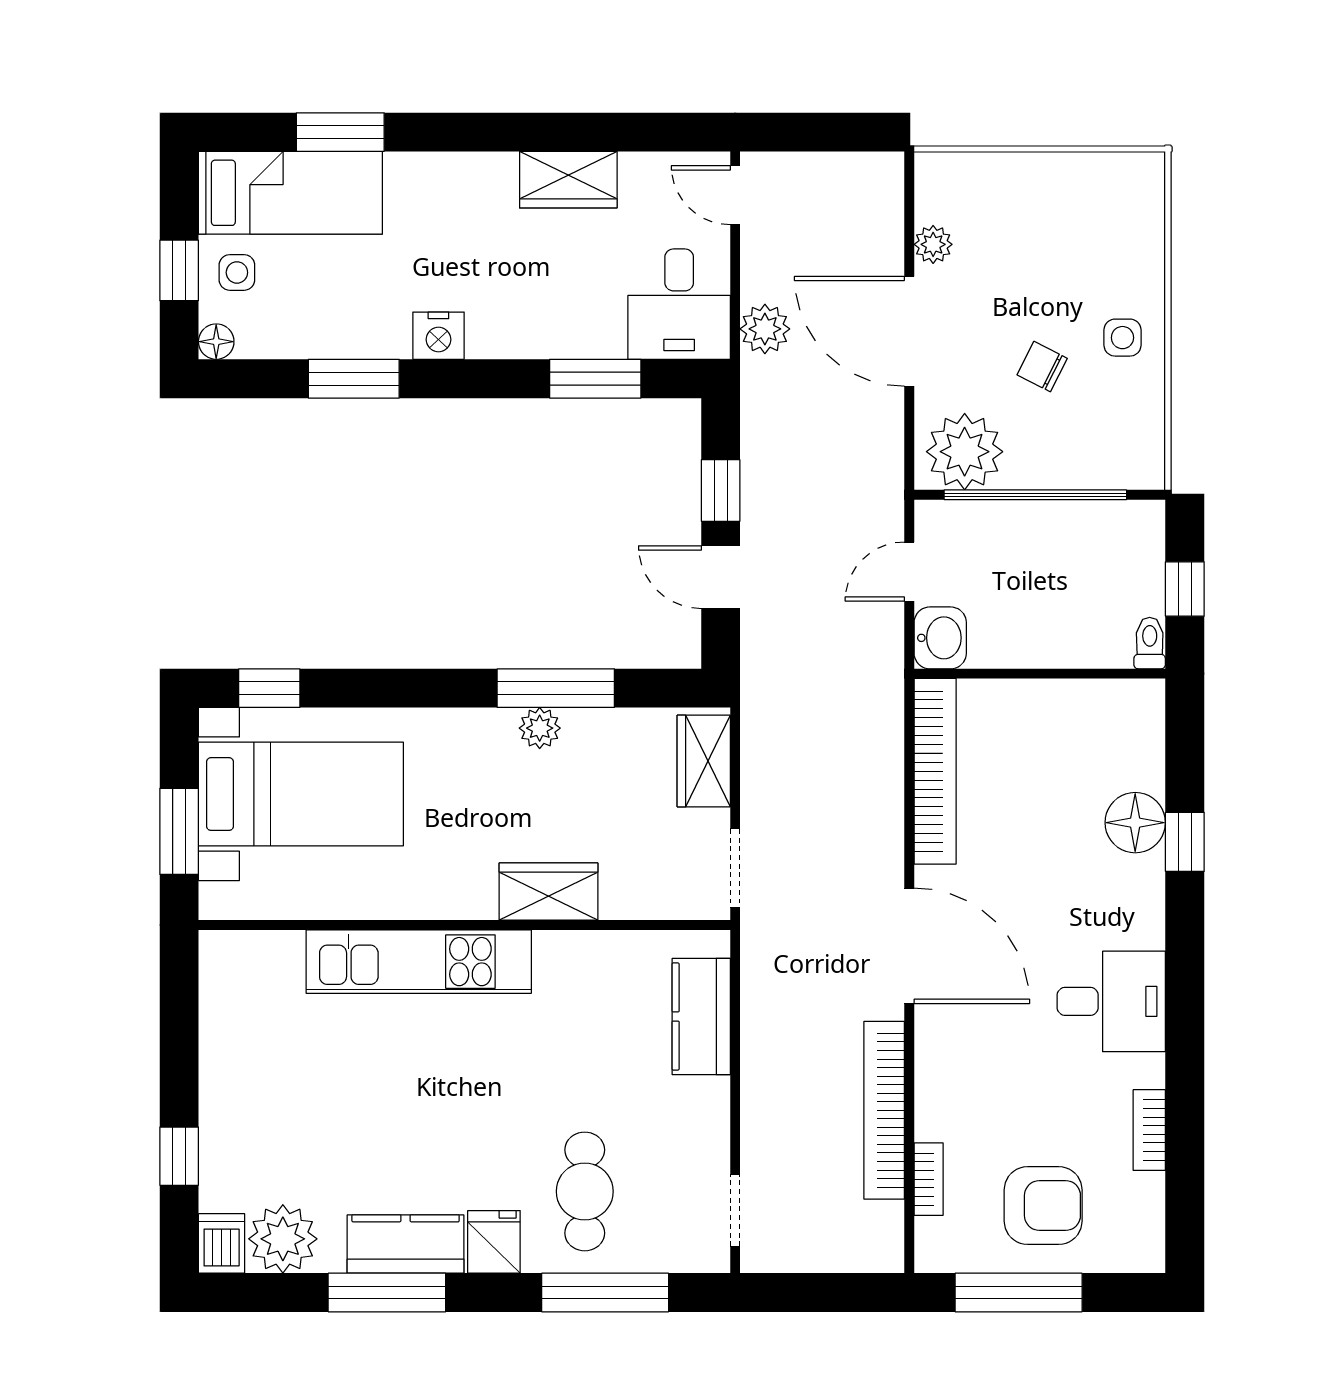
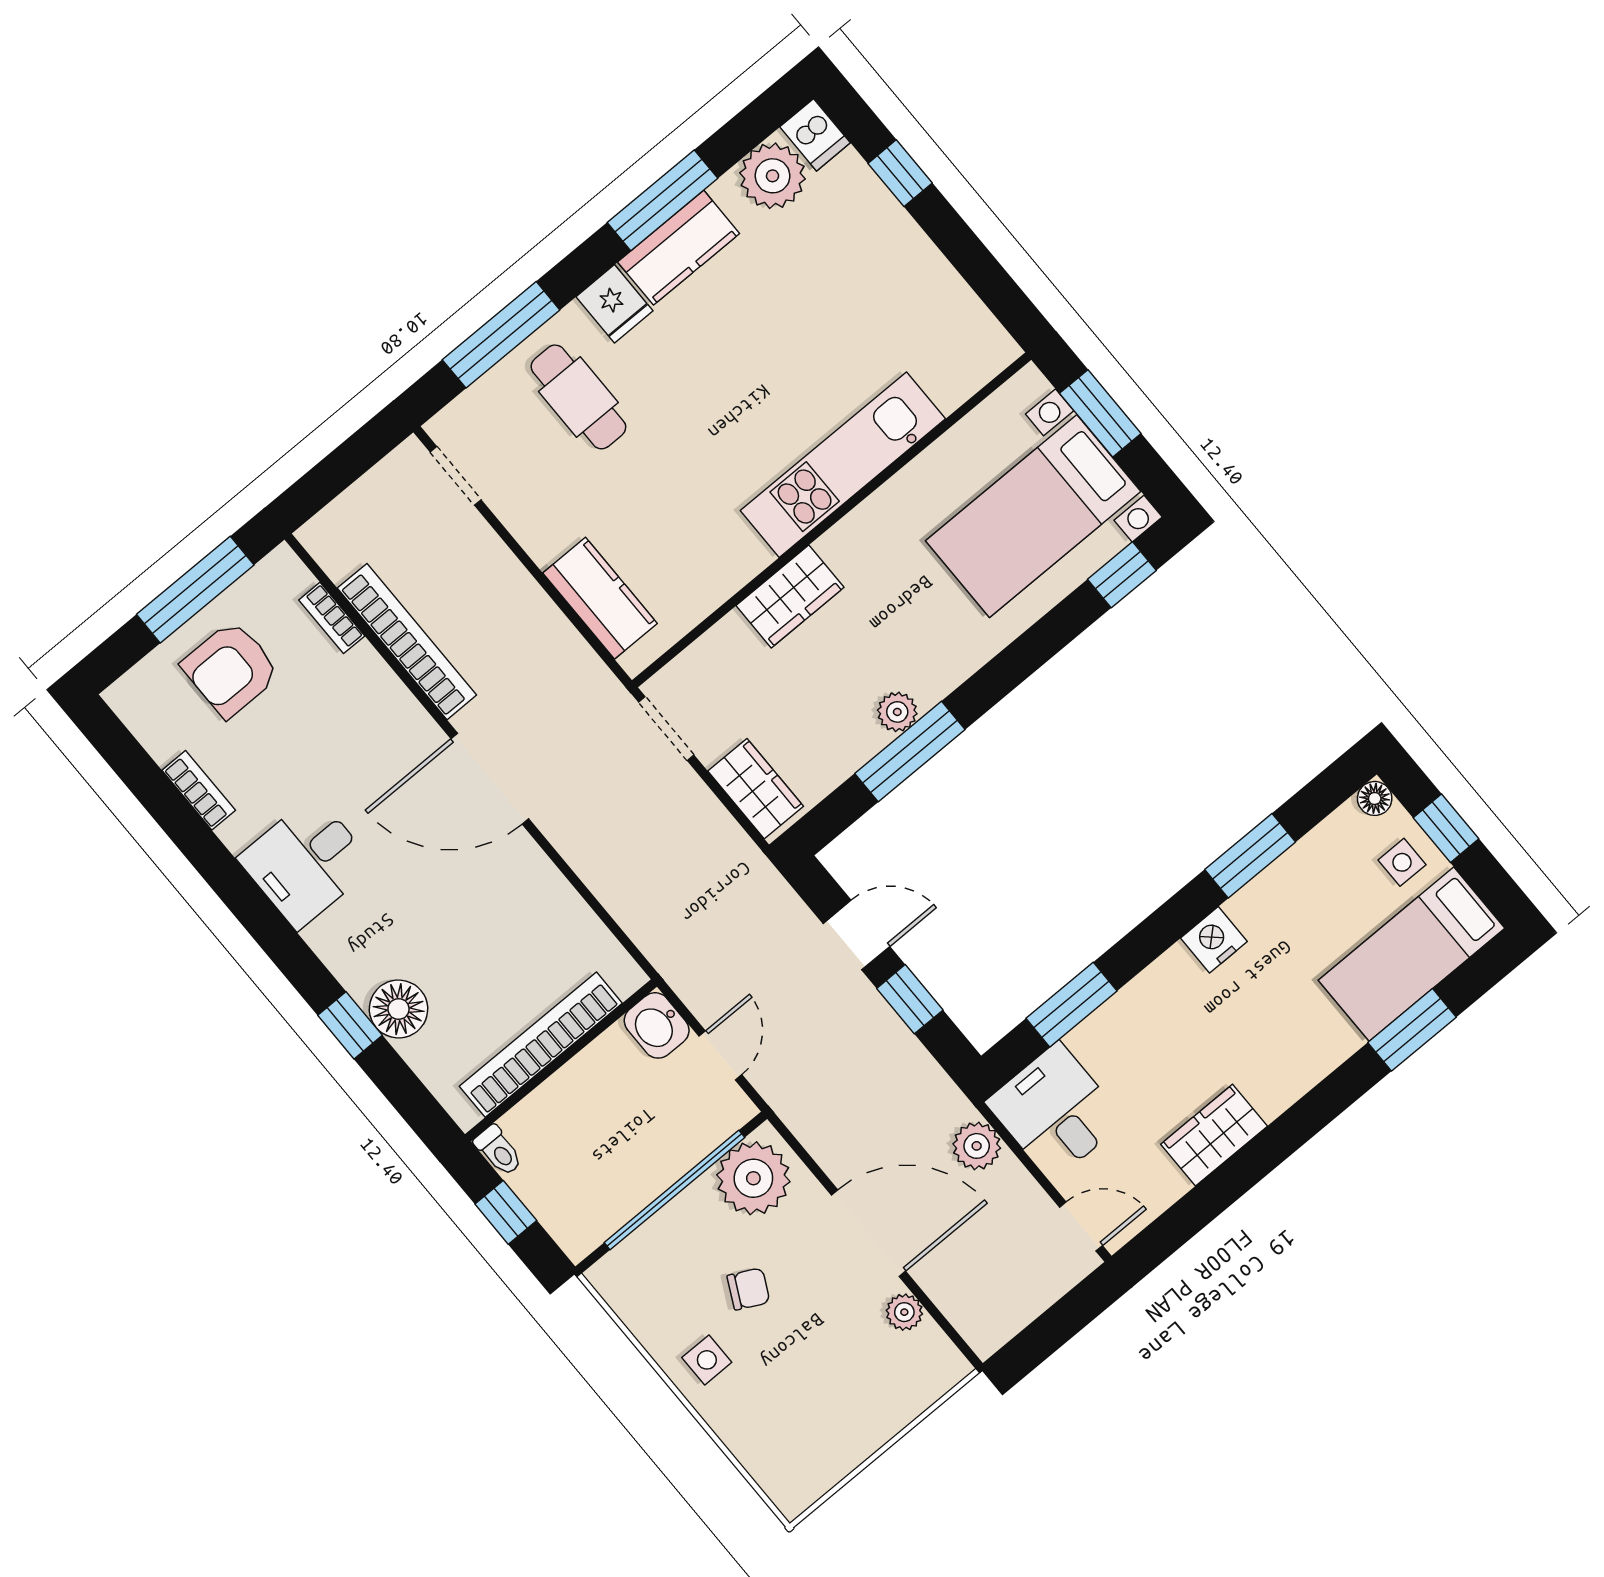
bookcase: (935, 771) -> (541, 1045), moved, turned 90

